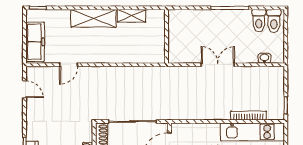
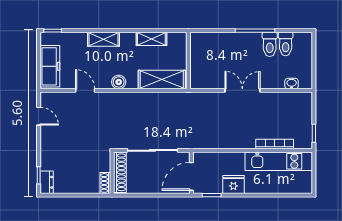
shelving: (94, 18) -> (104, 39), width x0.67, depth x0.75
toilet: (274, 21) -> (270, 44), moved
shelving: (141, 54) -> (162, 80), added
boiler: (100, 57) -> (119, 82), added
door: (69, 65) -> (85, 90), swing flipped

